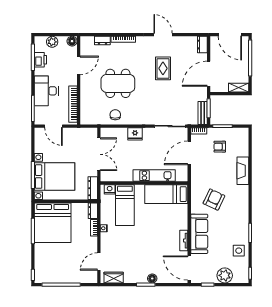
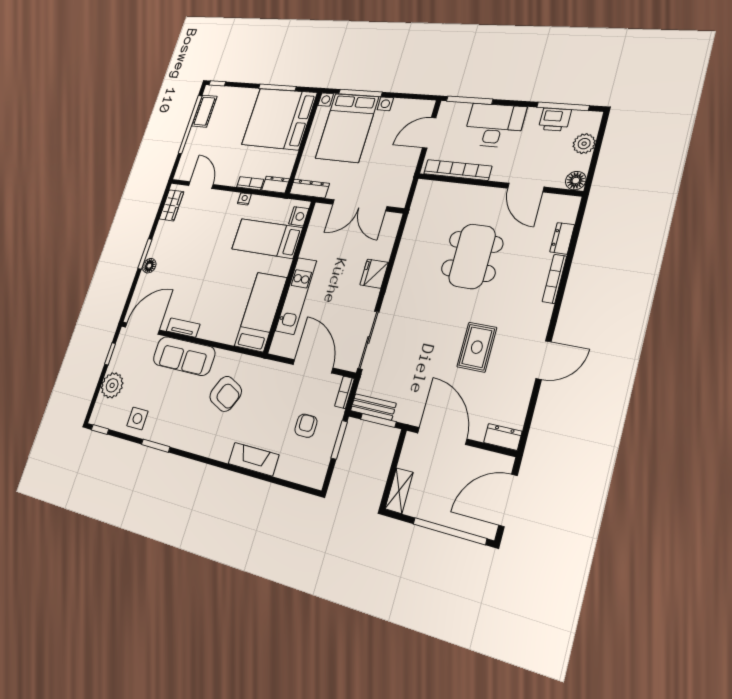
rug: (163, 68) -> (477, 347), turned 90
chair: (115, 115) -> (417, 243), removed
cot: (52, 277) -> (204, 111), added

